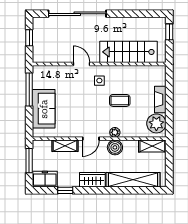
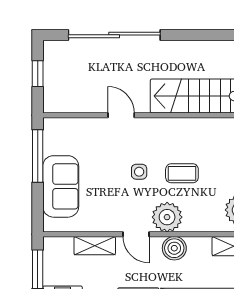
side table: (99, 81) -> (139, 172), moved
plant: (115, 132) -> (167, 217), width x1.88, depth x1.88
door: (91, 139) -> (136, 234), hinge flipped

